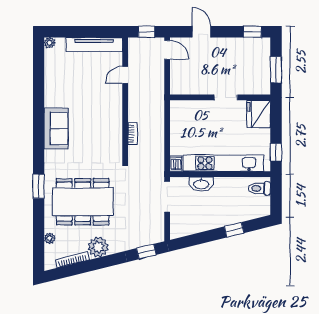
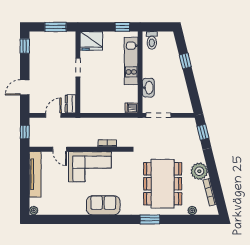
door: (167, 50) -> (53, 115), moved
dresser: (181, 88) -> (70, 104), added
corner sofa: (104, 112) -> (90, 167), added
kitchen unit: (223, 163) -> (131, 61), width x0.73

